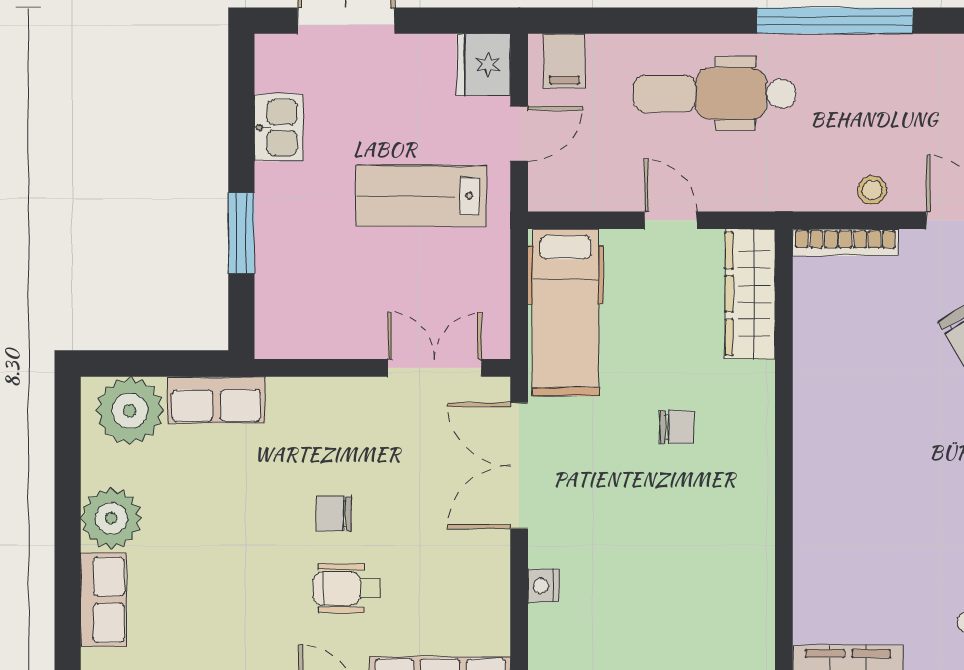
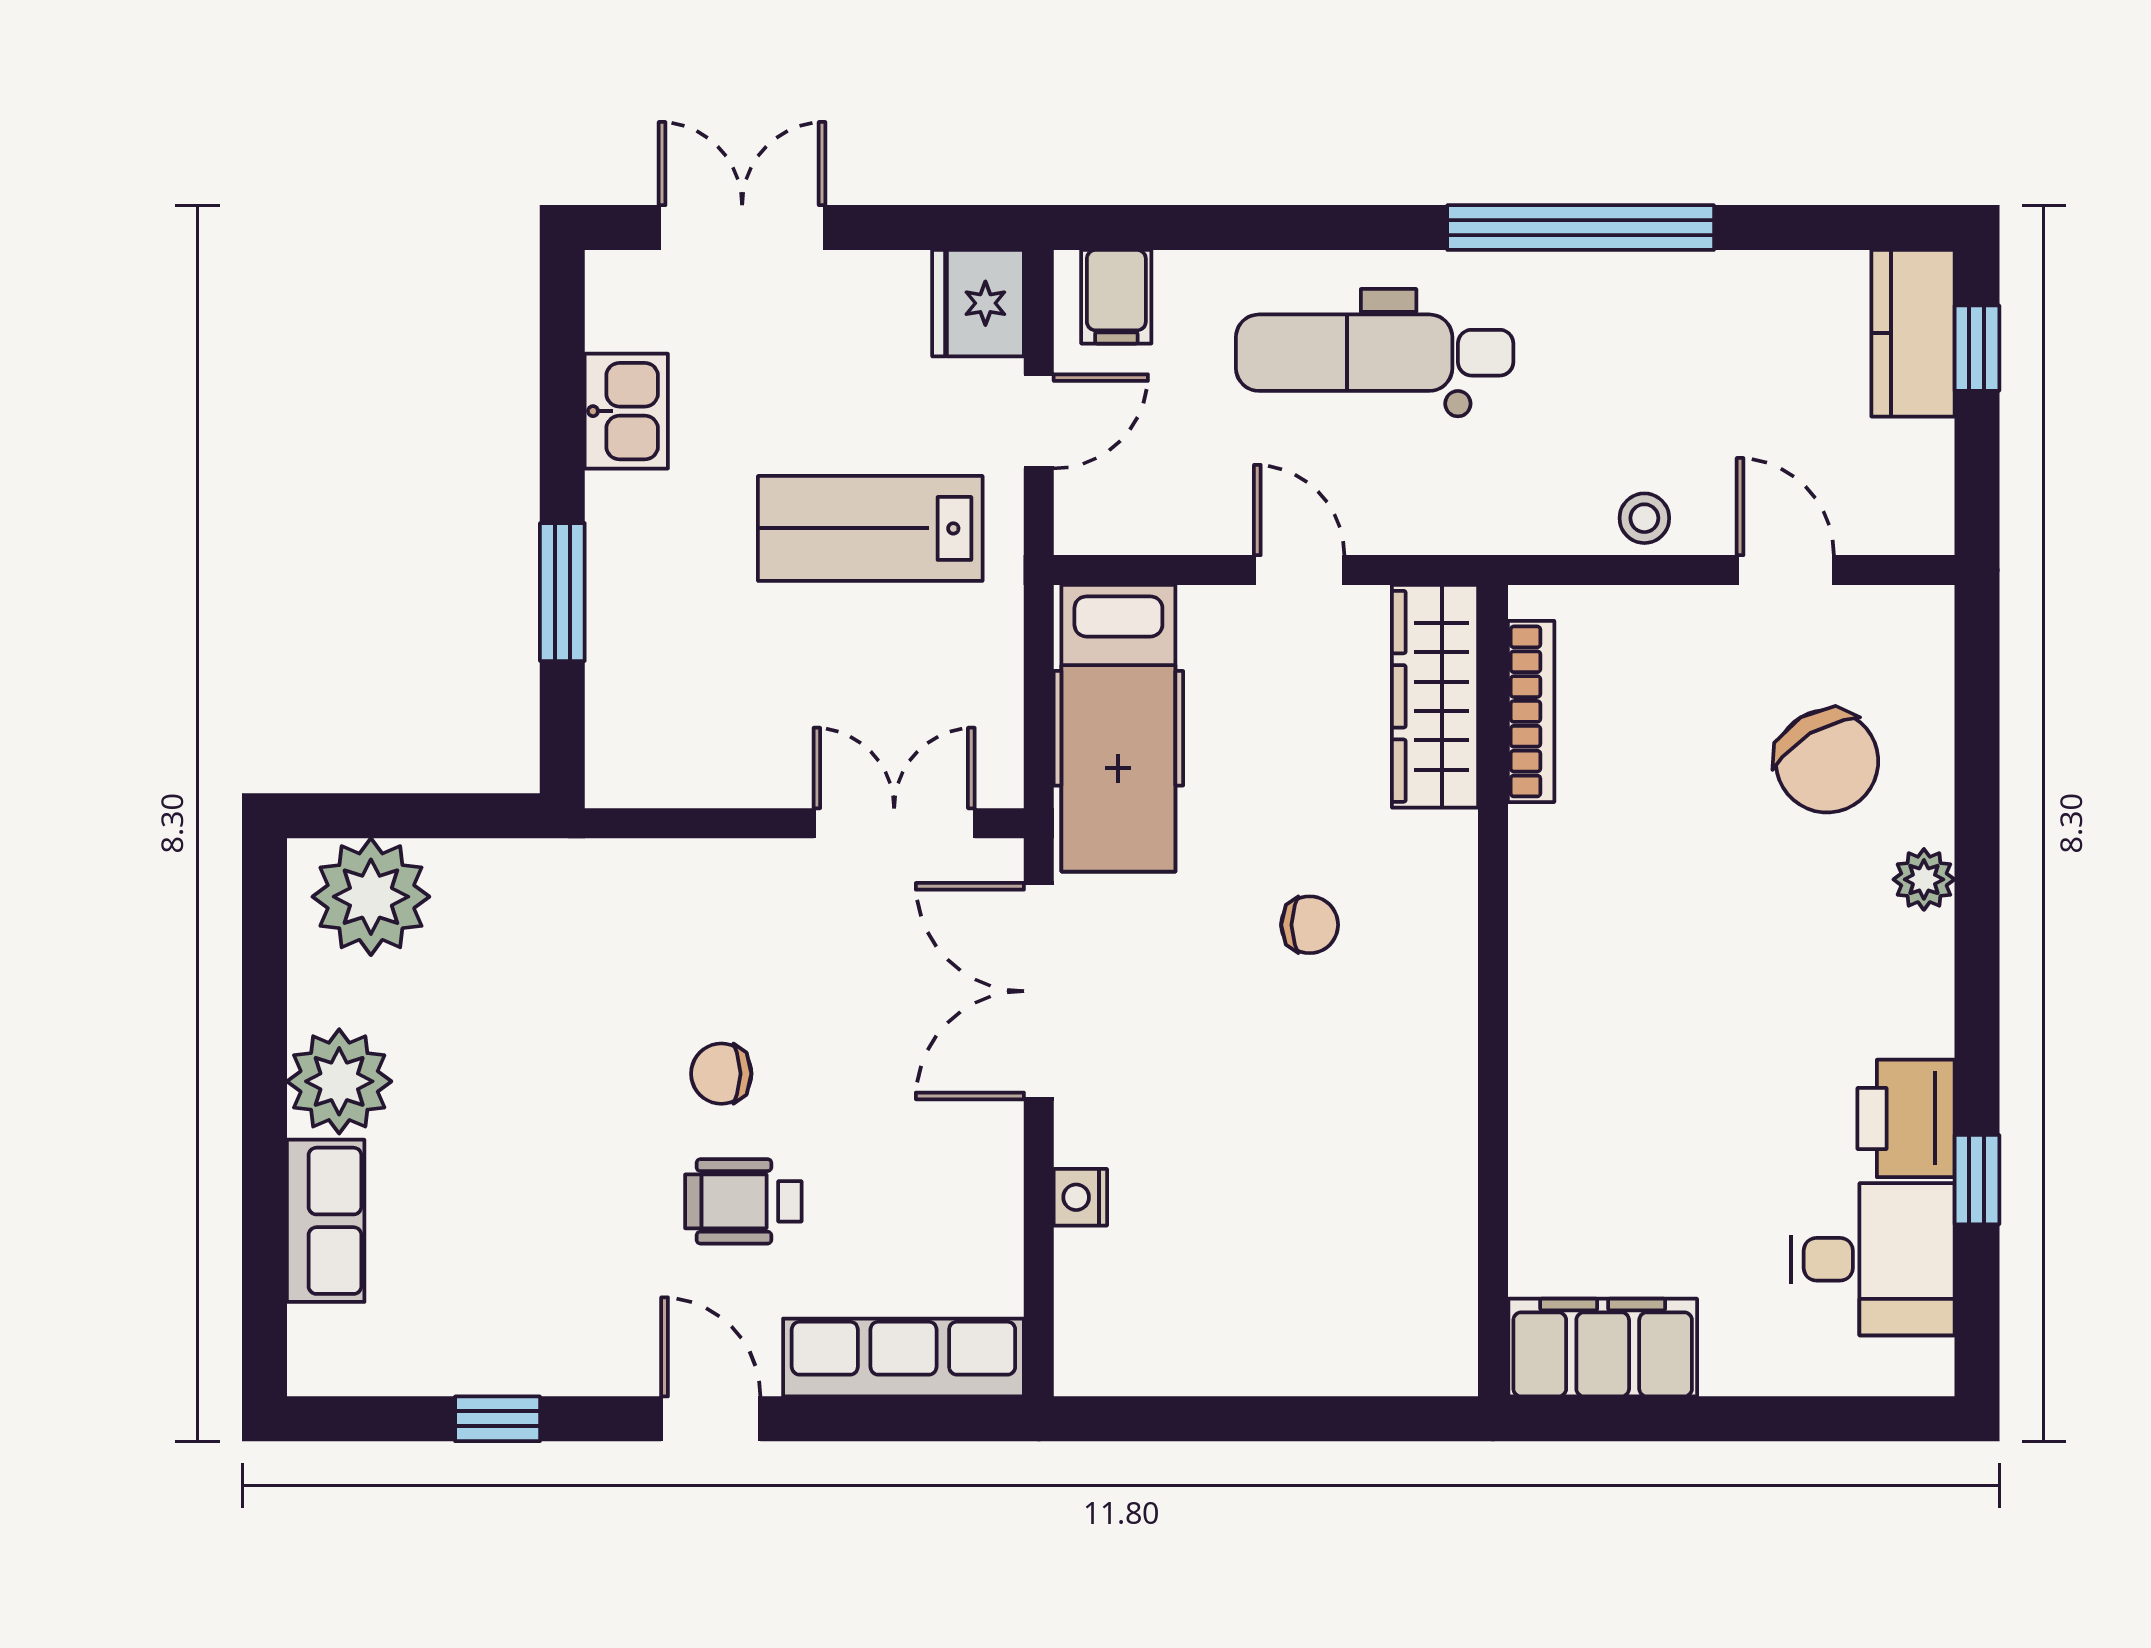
bookcase: (845, 242) -> (1531, 711), moved, turned -90
row of seats: (216, 400) -> (519, 878), removed

